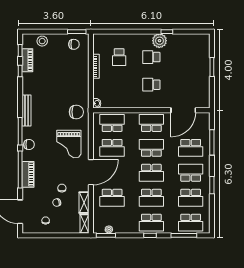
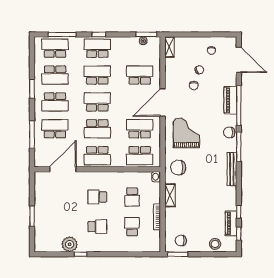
plant: (159, 41) -> (70, 244), moved
school desk: (119, 85) -> (132, 197), added
school desk: (151, 85) -> (97, 197), turned 180
school desk: (191, 198) -> (55, 75), turned 180
shelving: (84, 203) -> (170, 195), moved

